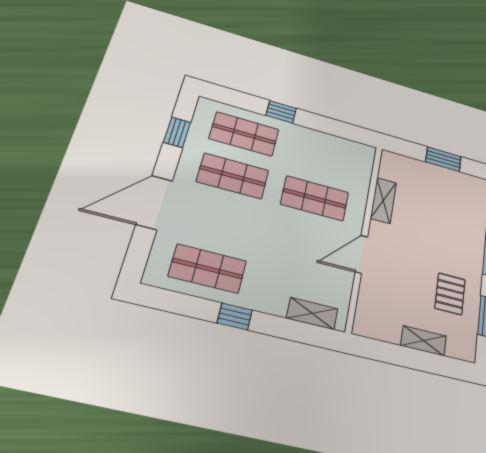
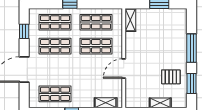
shop shelf: (323, 156) -> (96, 22), added
shelving: (383, 201) -> (130, 20), moved
pallet: (450, 294) -> (171, 77), turned 90

